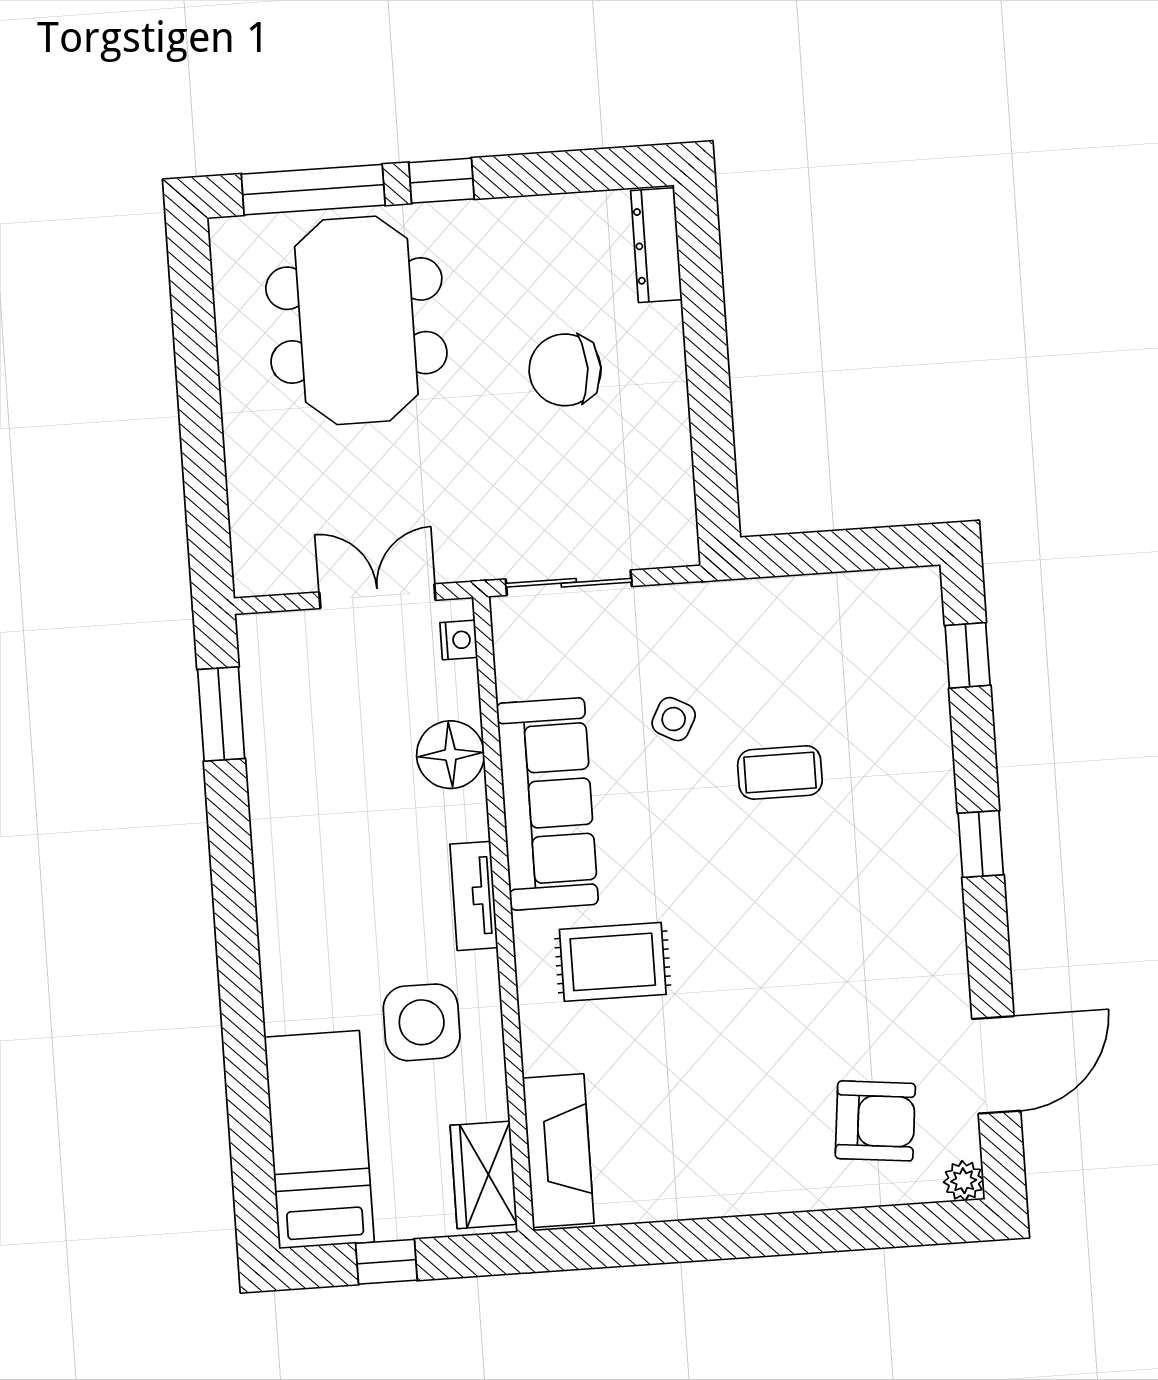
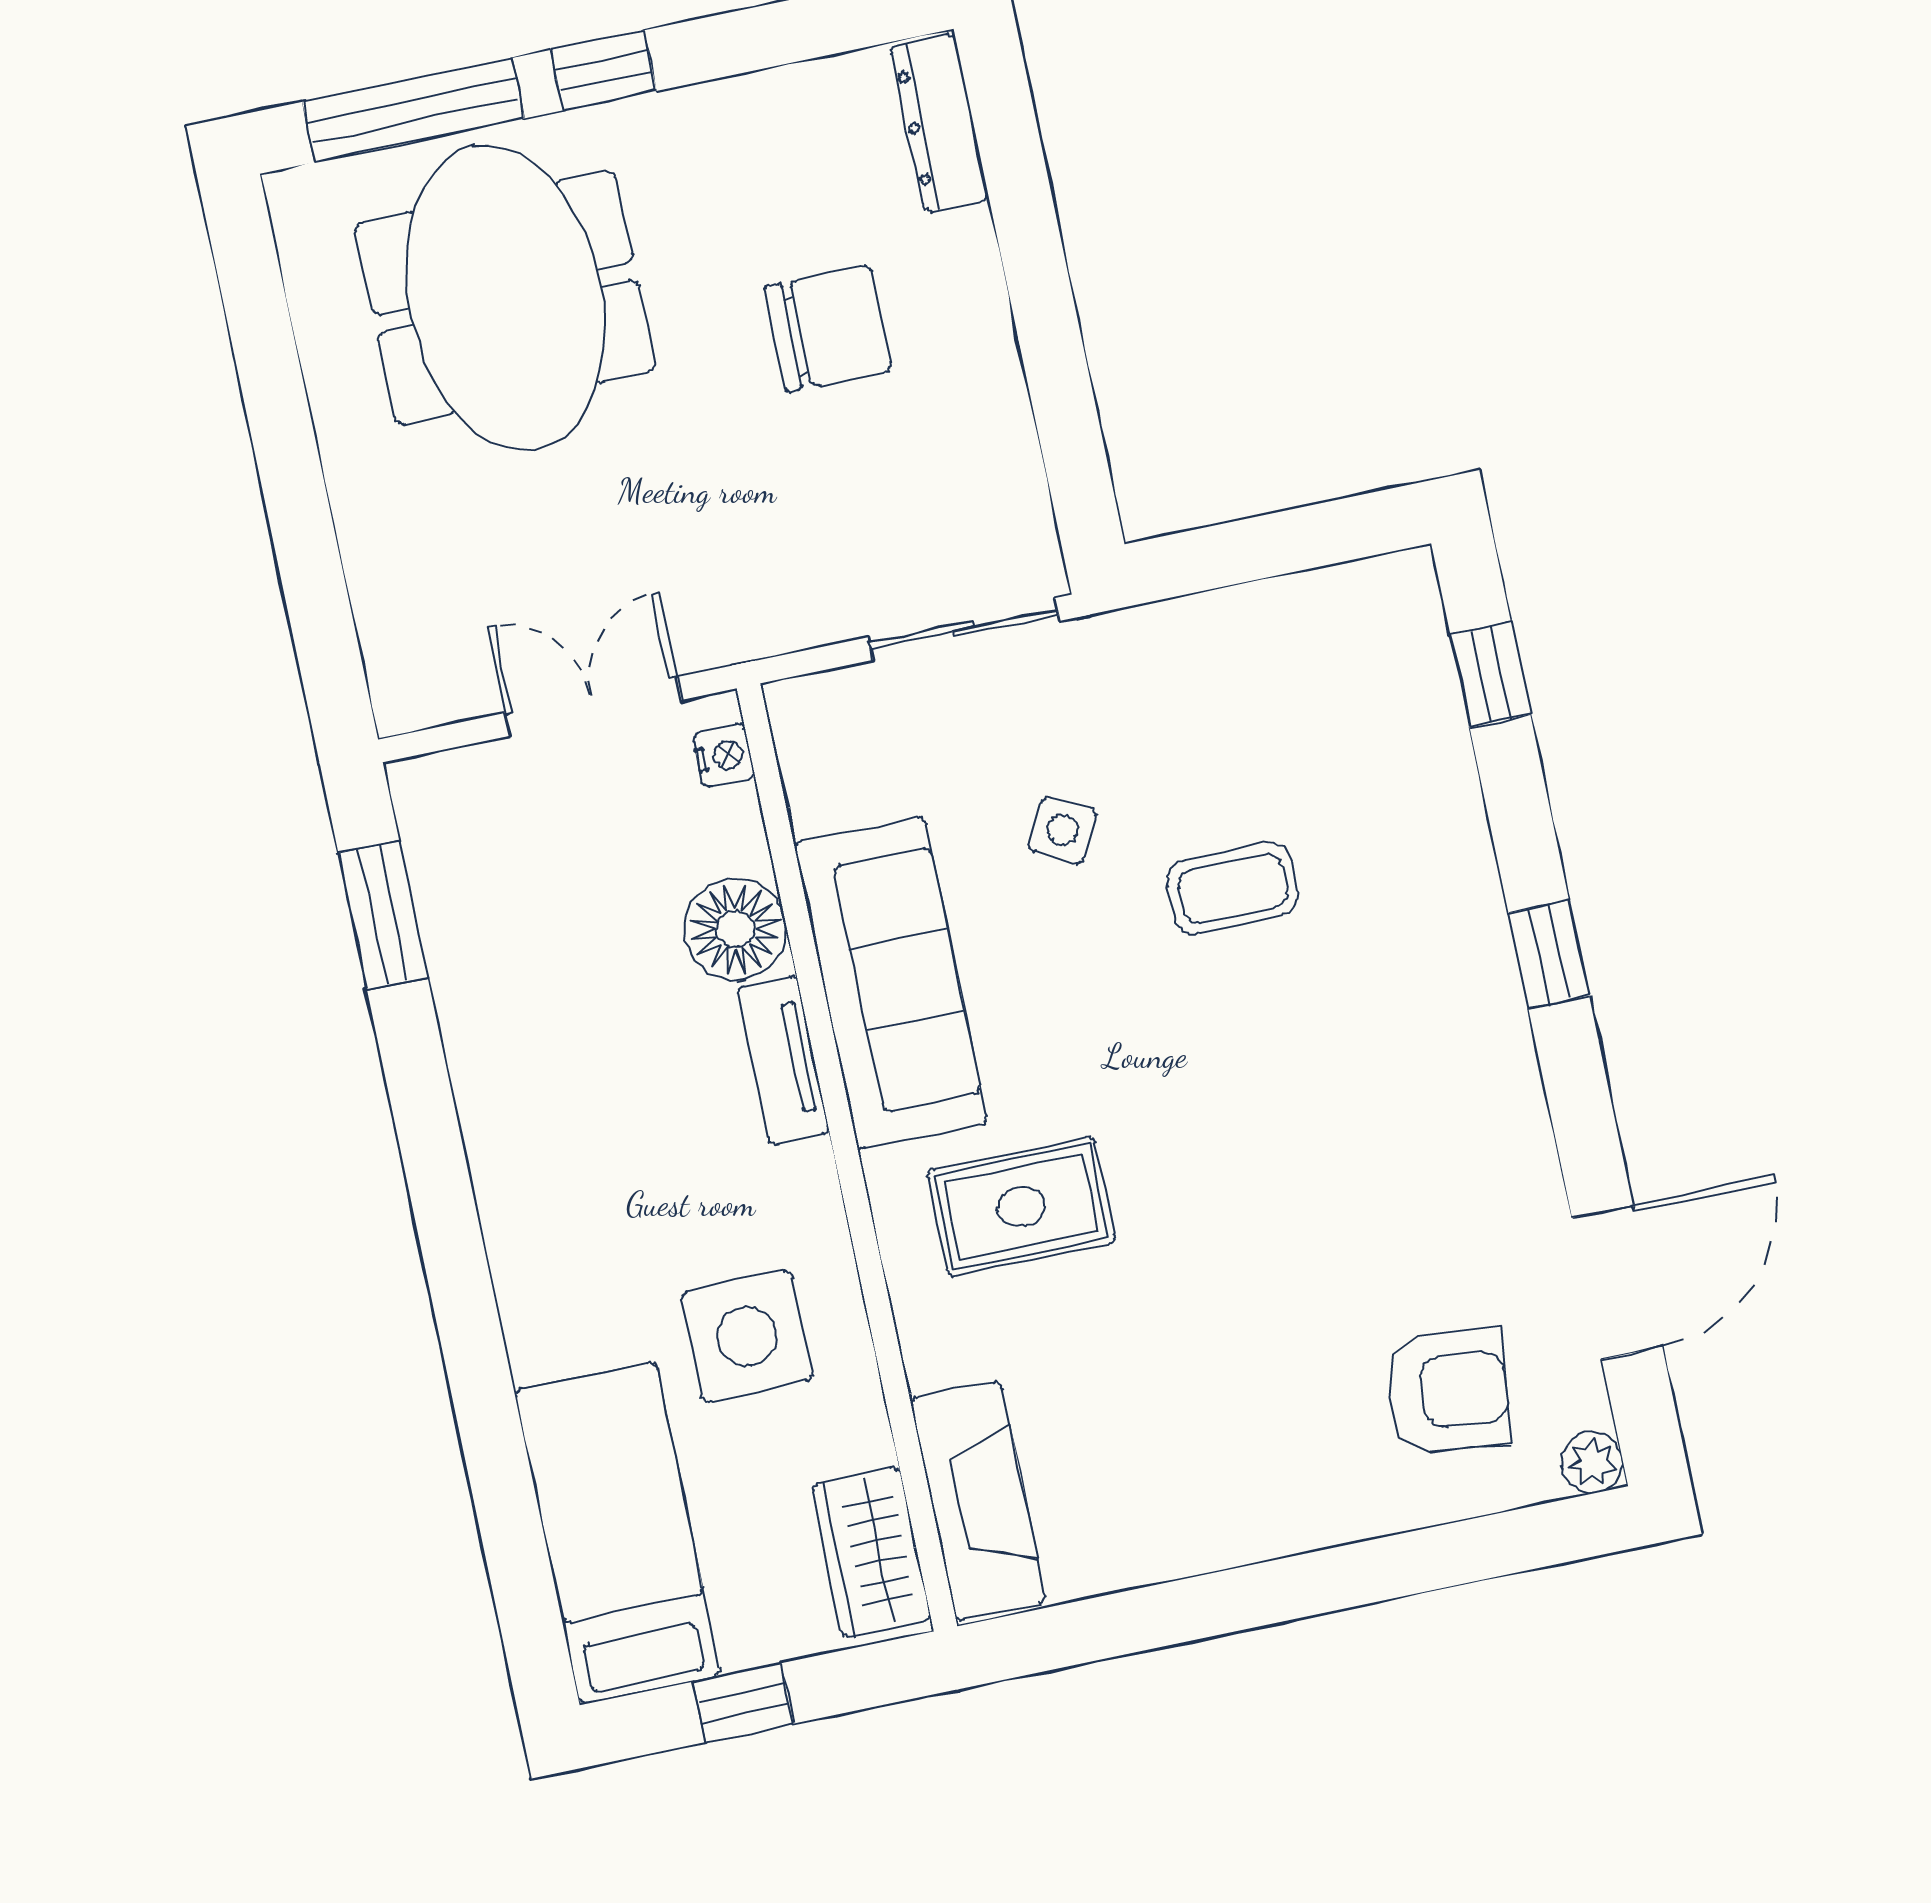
chair: (565, 370) -> (828, 329), turned 180
sliding door: (569, 583) -> (964, 629), moved
tv unit: (474, 896) -> (783, 1060), moved

